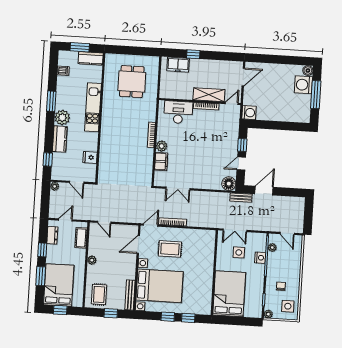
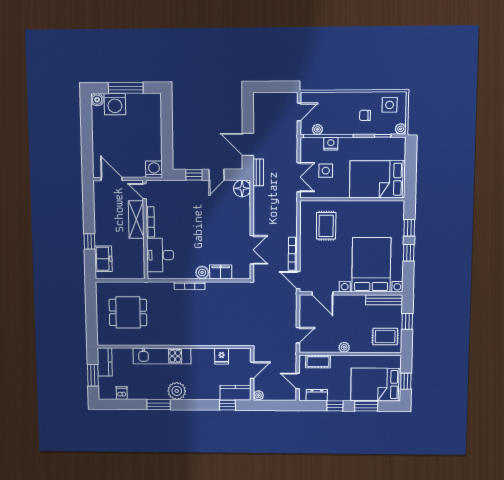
kitchen counter: (60, 139) -> (235, 393), moved
door: (241, 163) -> (216, 175), hinge flipped
rug: (170, 249) -> (326, 226), moved

